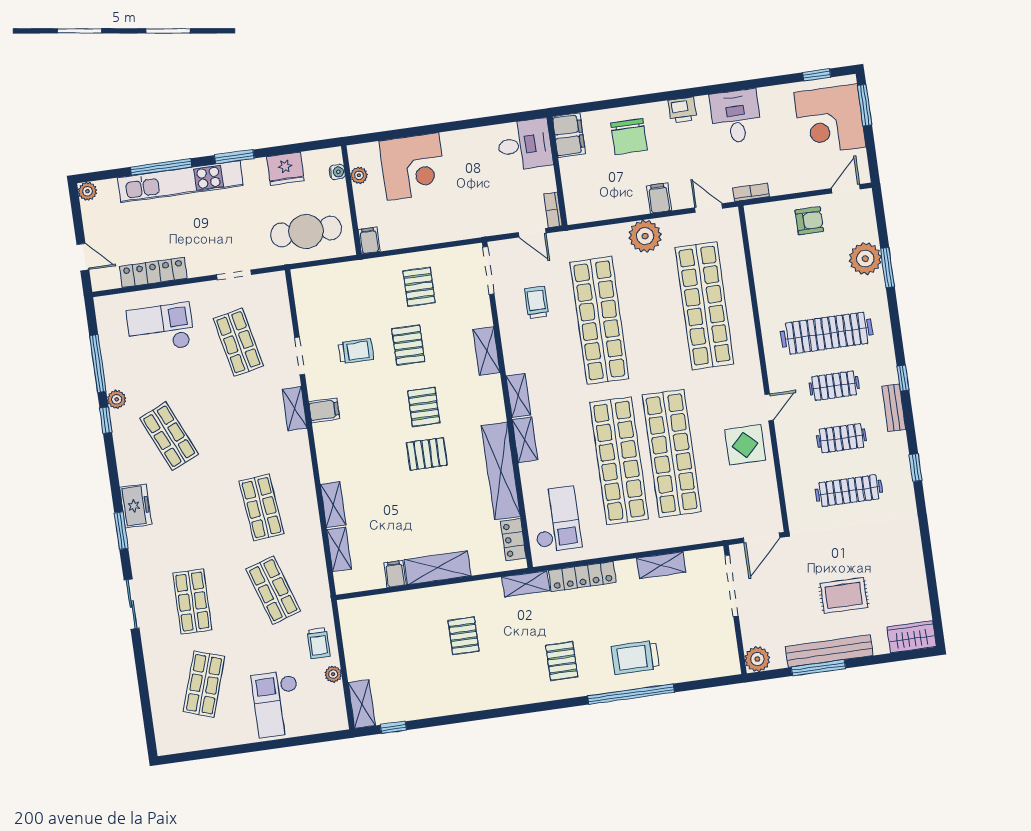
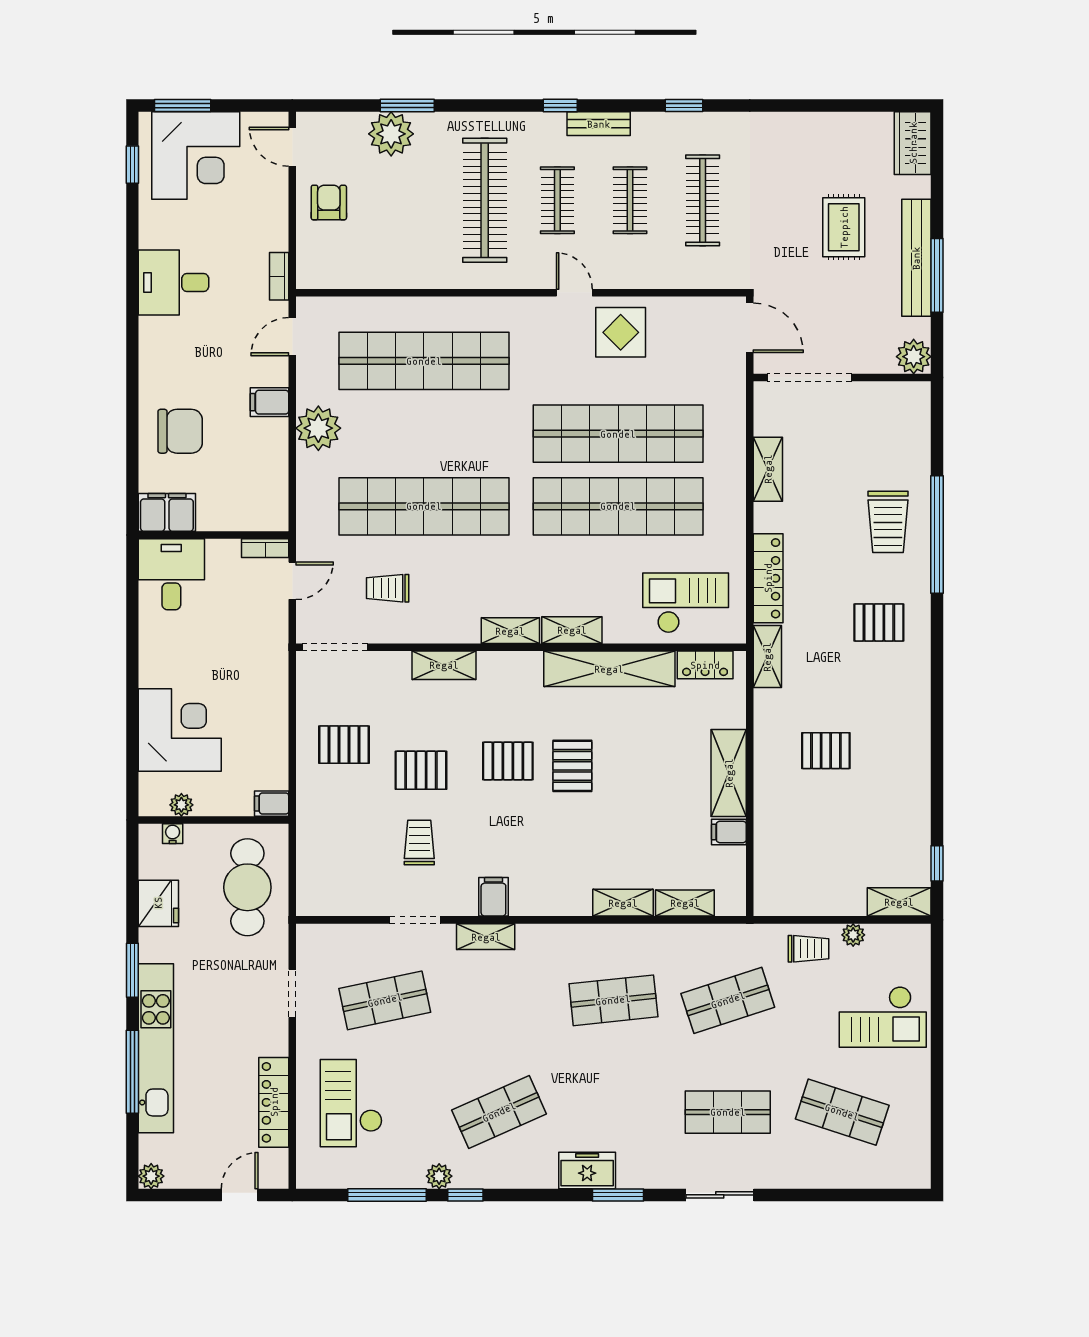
printer: (682, 110) -> (154, 354), removed

